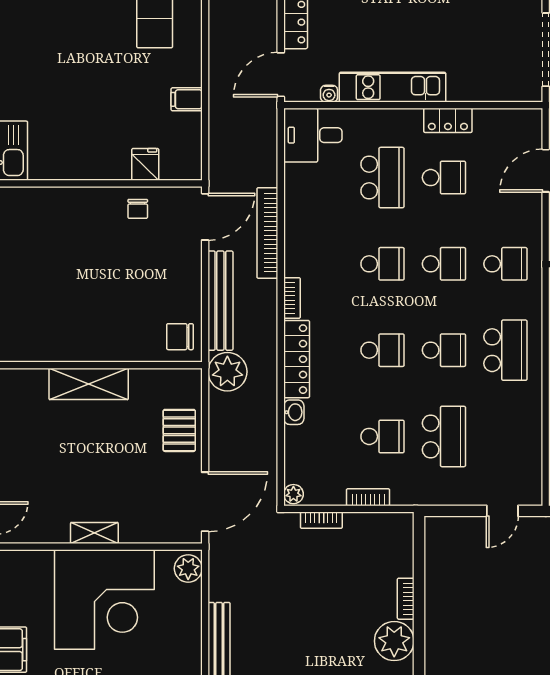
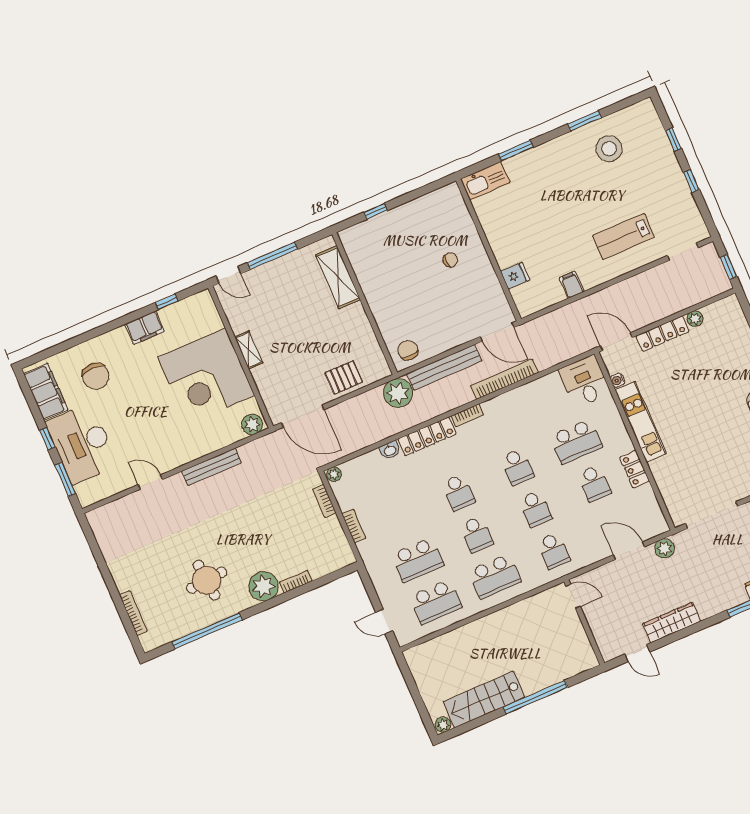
chair: (138, 209) -> (450, 260), moved, turned 180
shelving: (89, 384) -> (338, 277), moved
school desk: (382, 436) -> (436, 602), moved, width x1.85

